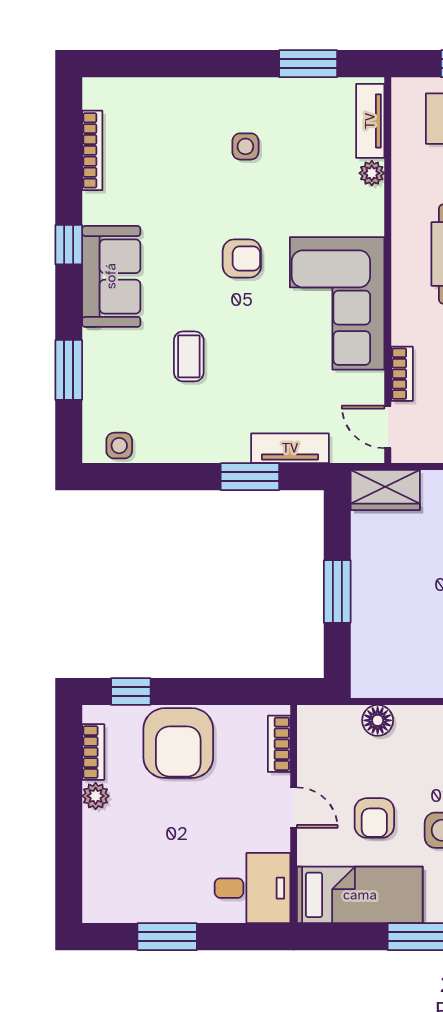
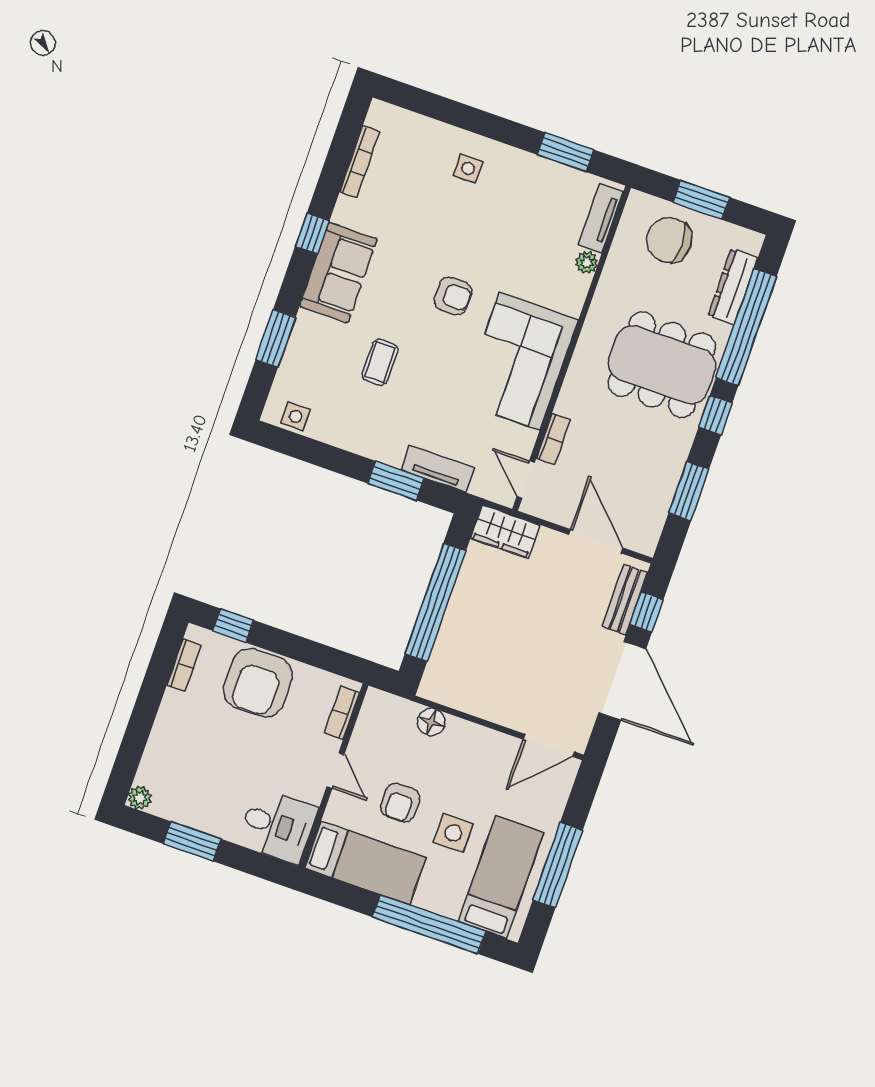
side table: (245, 146) -> (468, 169), moved
window: (337, 591) -> (435, 602), width x2.11
plant: (96, 796) -> (140, 798), moved

